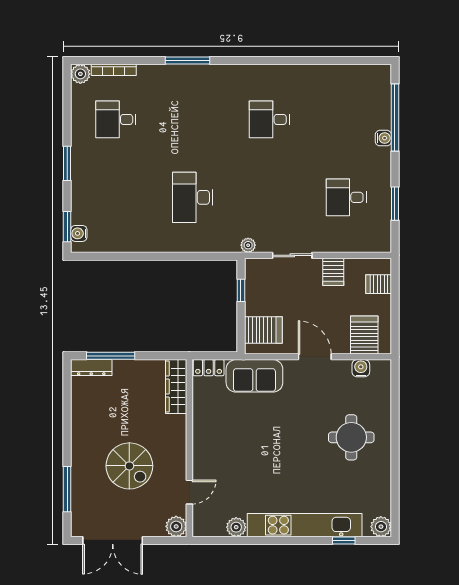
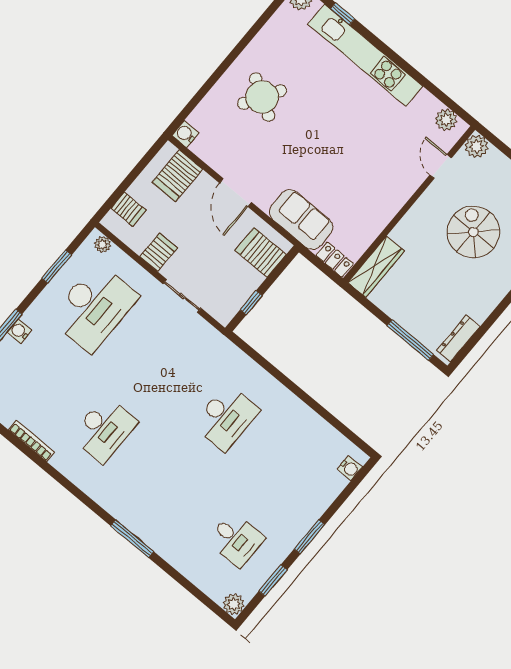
bookcase: (114, 70) -> (31, 441), moved
desk: (269, 119) -> (104, 429), width x1.37
desk: (346, 197) -> (94, 307), width x1.87, depth x1.30
window: (67, 227) -> (273, 580), moved
plant: (248, 245) -> (103, 244), moved
dresser: (91, 367) -> (458, 338), moved, turned -90
water cooler: (361, 368) -> (186, 134), moved, turned 90
round table: (351, 437) -> (262, 97), turned 31
door: (189, 492) -> (441, 166), hinge flipped
plant: (236, 527) -> (446, 120), moved

